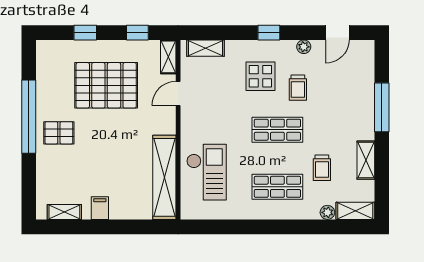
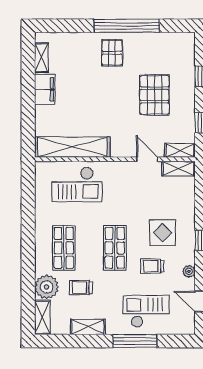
shelving: (206, 48) -> (179, 169), moved, turned 90
pallet: (106, 85) -> (155, 95), width x0.73, depth x0.71
checkout: (349, 95) -> (146, 311), added
filing cabinet: (100, 208) -> (45, 89), width x2.00
plant: (327, 212) -> (47, 287), width x1.88, depth x1.88

